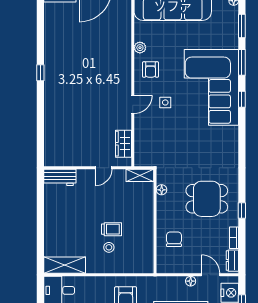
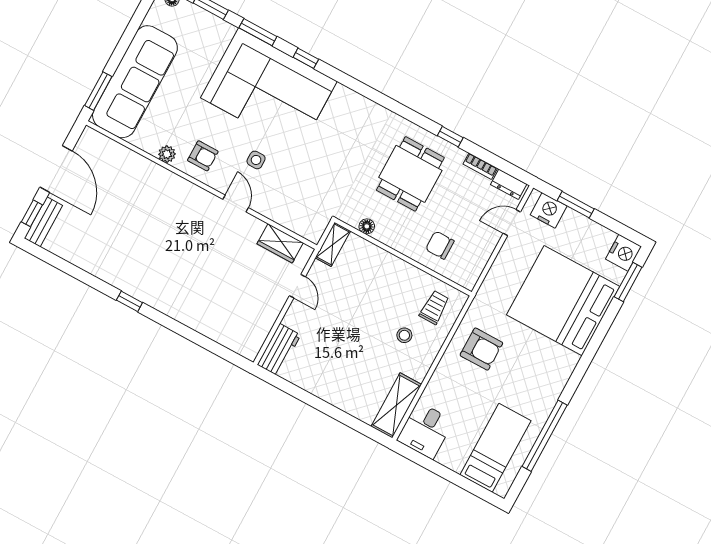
trolley: (112, 229) -> (434, 307), moved
floor lamp: (191, 281) -> (506, 253), removed

